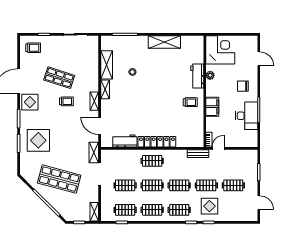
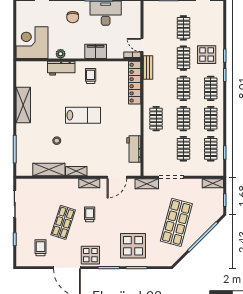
trolley: (33, 48) -> (40, 248), moved
lab bench: (155, 95) -> (83, 115), added
locker: (157, 142) -> (135, 83), moved

